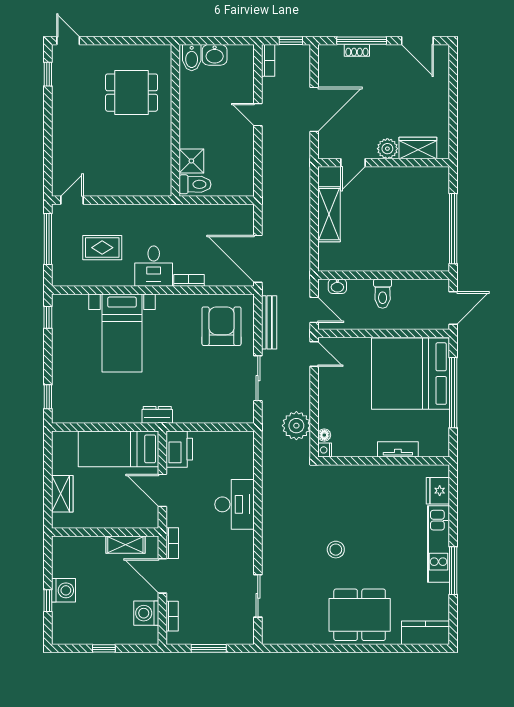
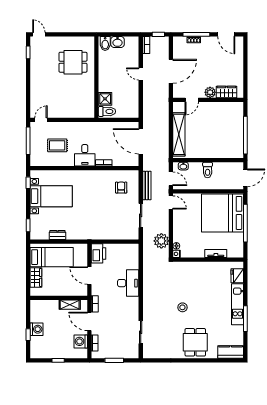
shelving: (329, 214) -> (179, 134), width x1.47
door: (258, 259) -> (141, 141), moved
armchair: (221, 326) -> (121, 188), width x0.53, depth x0.53
bed with nightstands: (122, 333) -> (51, 196), moved, turned -90
dresser: (157, 415) -> (57, 235), moved
bed: (118, 449) -> (52, 257), moved, turned 180
dining table: (360, 615) -> (195, 342), width x0.73

